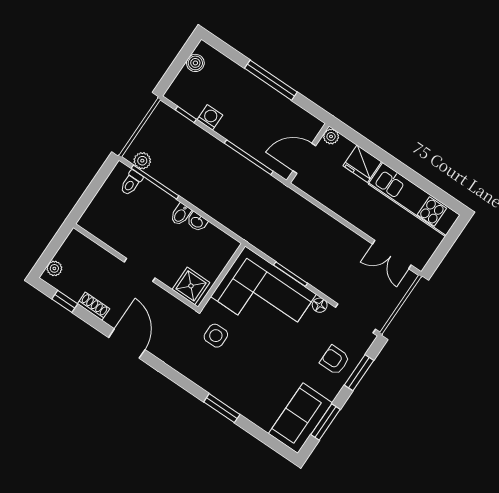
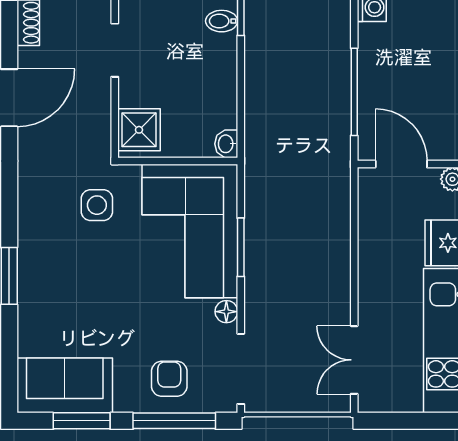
bidet: (181, 214) -> (222, 21), moved
washbasin: (197, 222) -> (226, 144), moved
window: (359, 373) -> (174, 421), width x1.44

